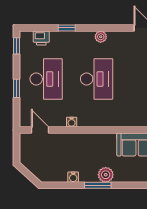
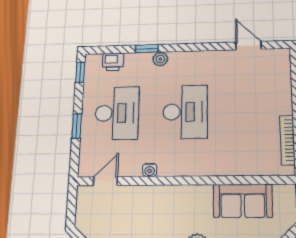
plant: (101, 37) -> (160, 59), moved
door: (40, 130) -> (105, 181), hinge flipped

